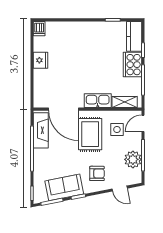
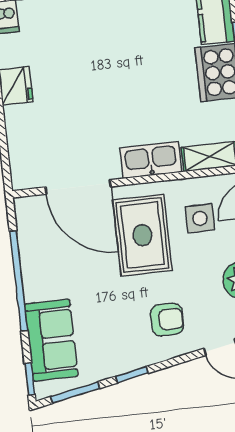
fireplace: (41, 130) -> (33, 239), removed
sofa: (64, 187) -> (51, 340), moved, turned 101

